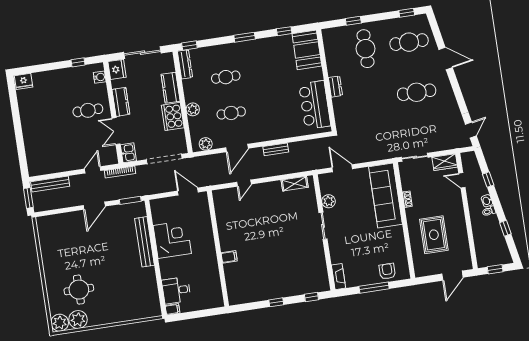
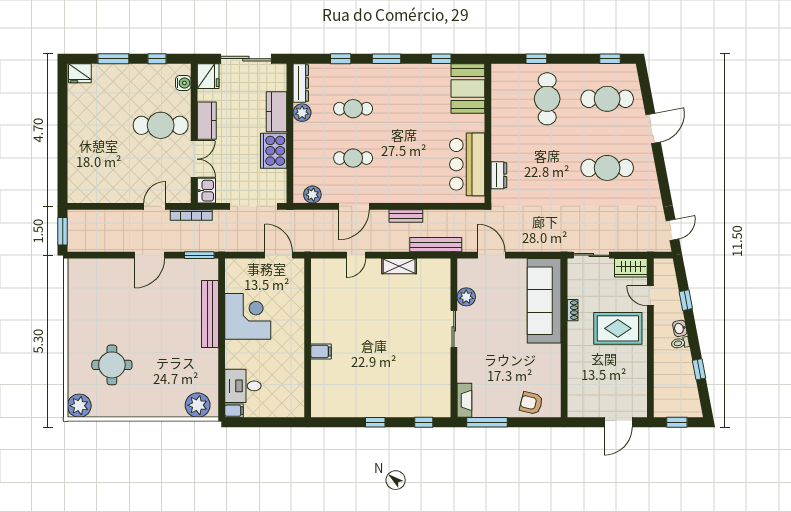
window: (189, 46) -> (341, 59), moved
door: (446, 59) -> (653, 128), hinge flipped
window: (46, 67) -> (113, 59), added
dresser: (335, 87) -> (499, 175), moved
plant: (193, 109) -> (302, 113), moved
cafe table: (88, 110) -> (161, 125), width x1.37, depth x1.35
double door: (116, 131) -> (194, 159), swing flipped
bench: (50, 184) -> (436, 245), moved
shelving: (295, 184) -> (399, 266), moved
rug: (434, 235) -> (618, 328), moved, turned 90
armchair: (387, 271) -> (531, 403), turned -76
window: (374, 288) -> (487, 422), moved
plant: (78, 320) -> (198, 405), moved

